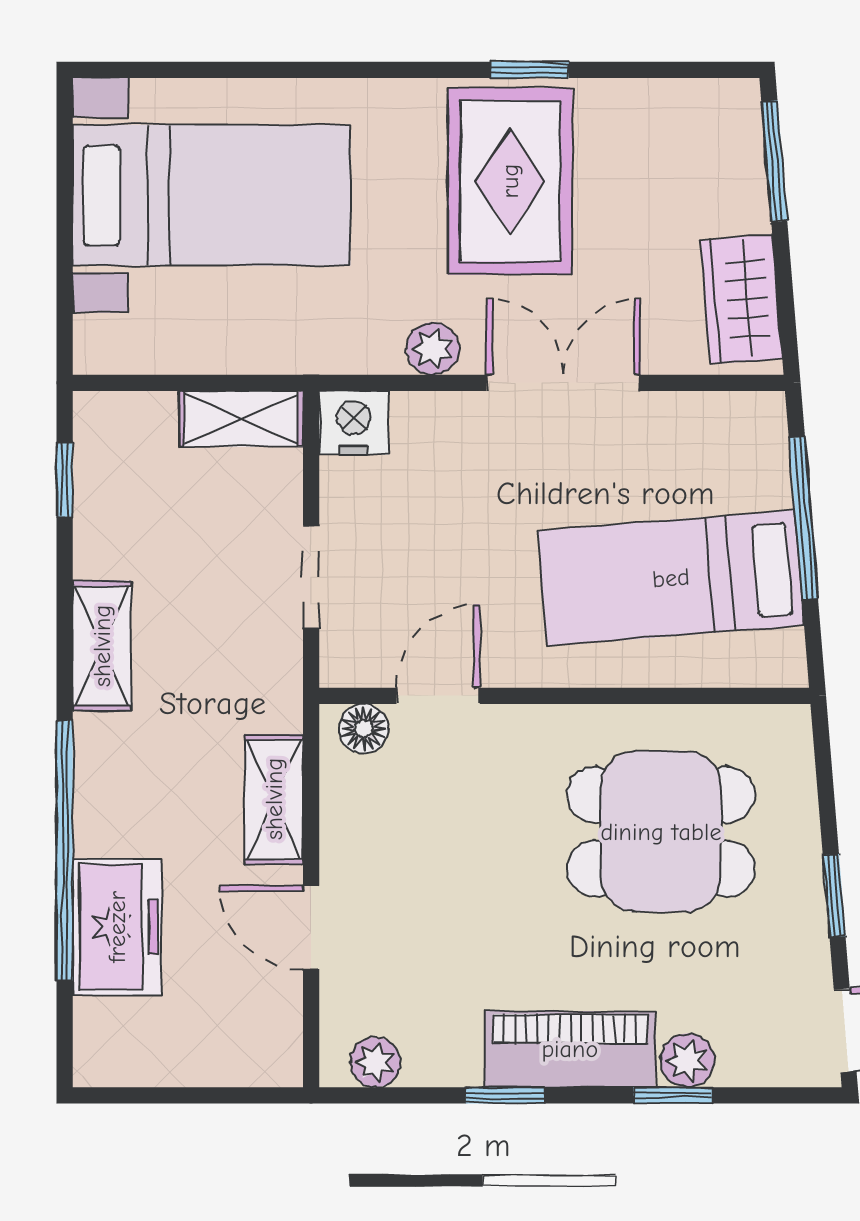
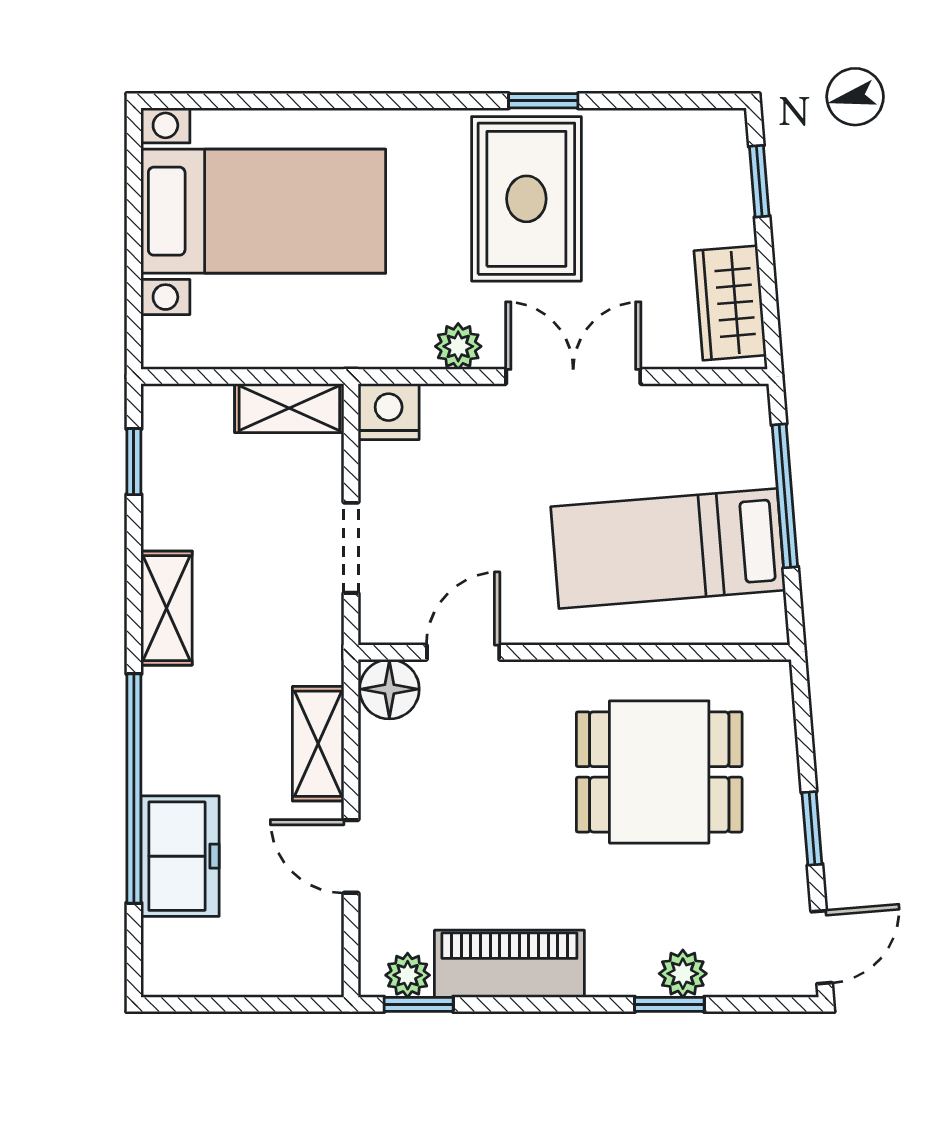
window: (774, 161) -> (759, 181), width x0.67
floor lamp: (364, 728) -> (389, 689), width x1.37, depth x1.37
piano: (570, 1049) -> (509, 964), moved
window: (505, 1095) -> (419, 1004), moved

